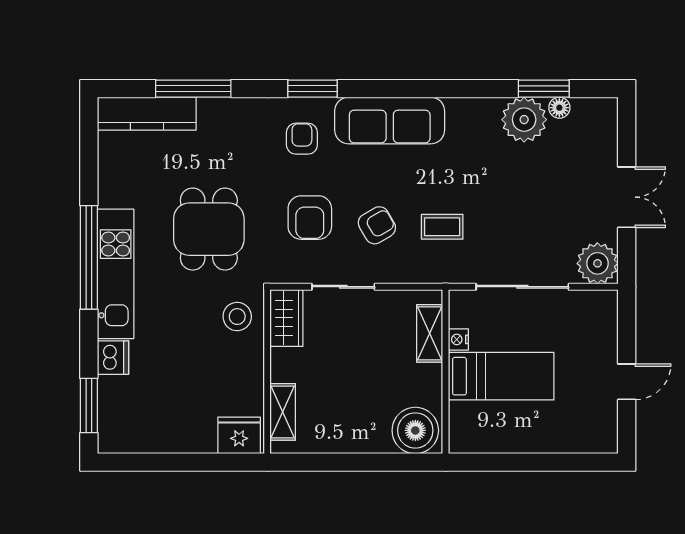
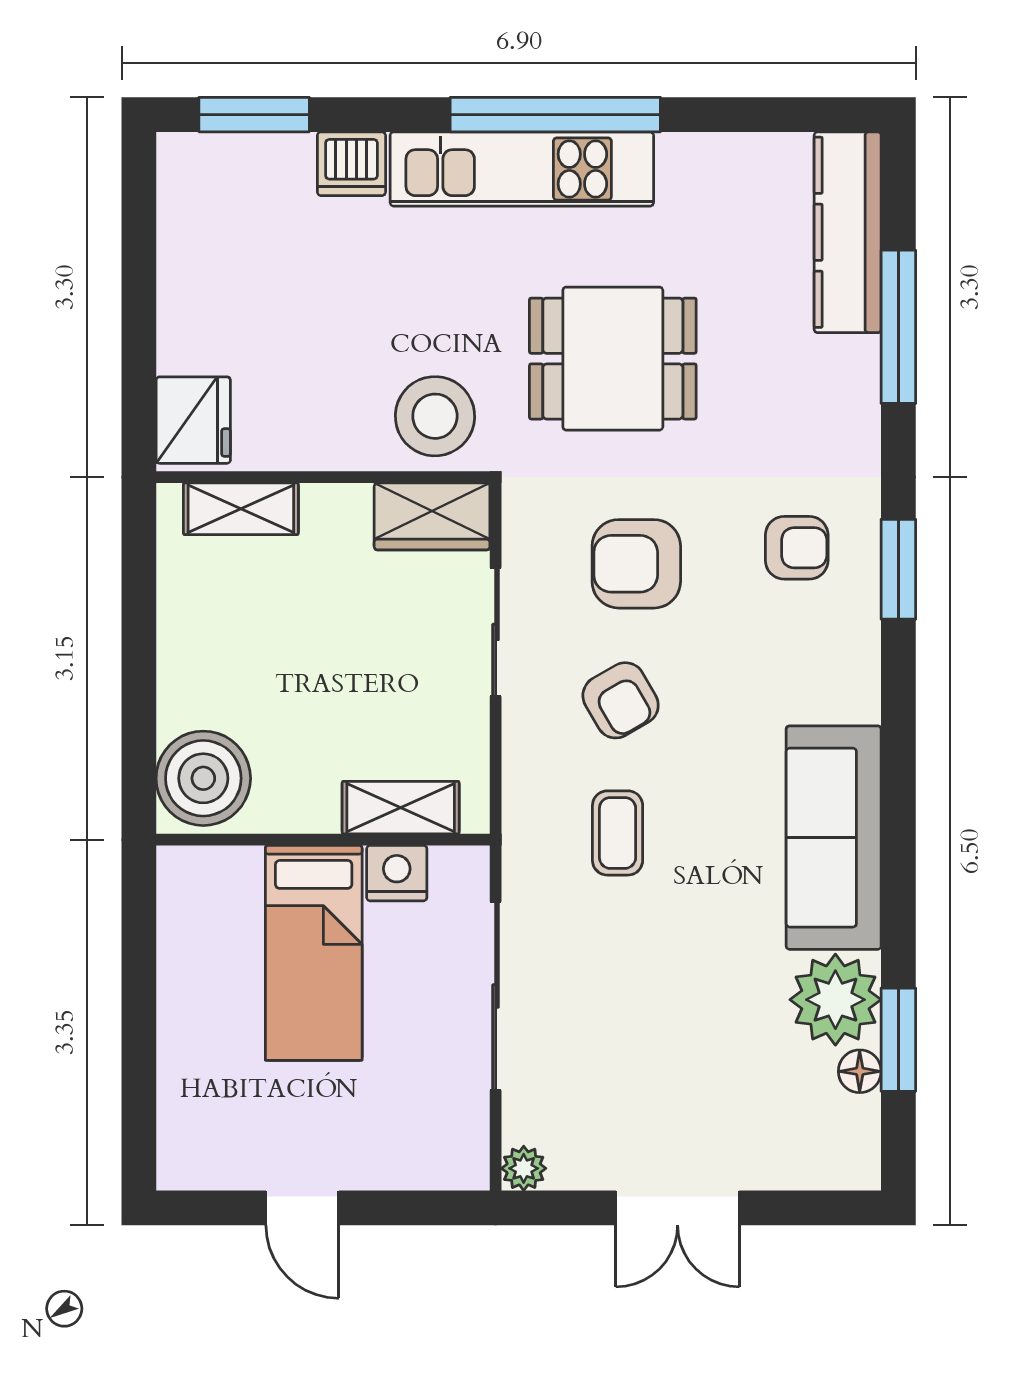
sofa: (390, 120) -> (834, 838), moved
plant: (597, 263) -> (524, 1168), width x0.53, depth x0.53
stool: (237, 317) -> (435, 416), width x1.38, depth x1.38
nightstand: (458, 339) -> (397, 873), width x1.39, depth x1.35

